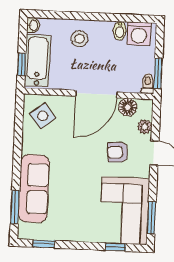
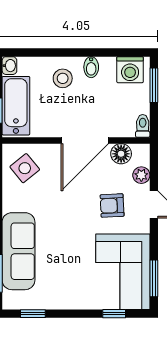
bidet: (120, 31) -> (91, 67), moved
window: (158, 73) -> (154, 85), moved

